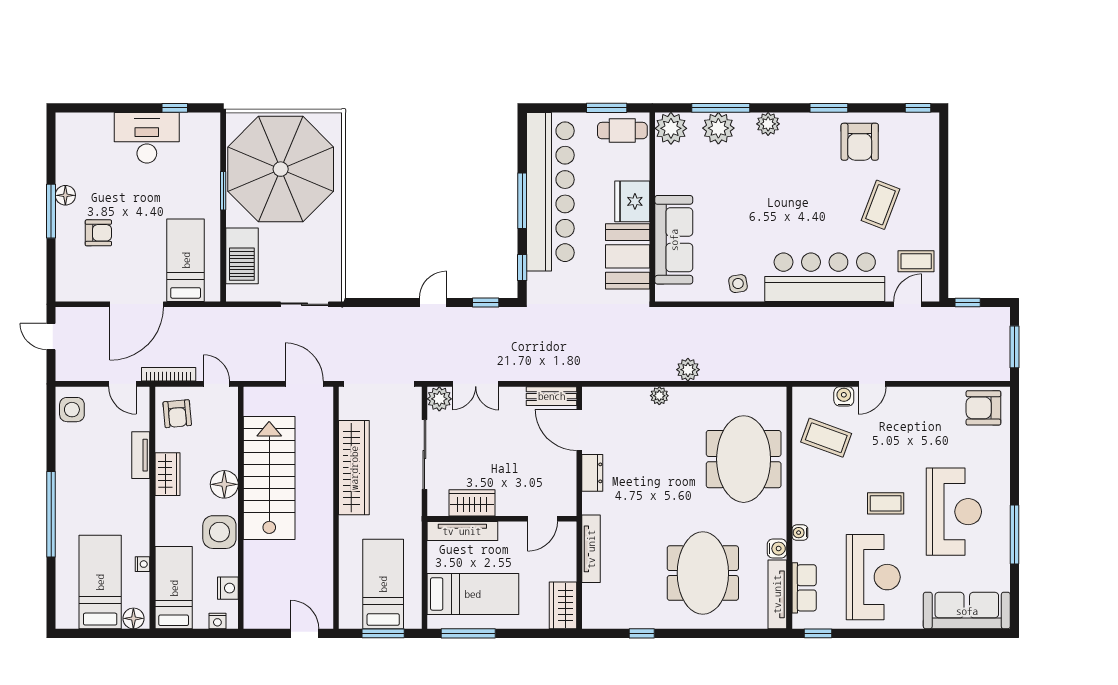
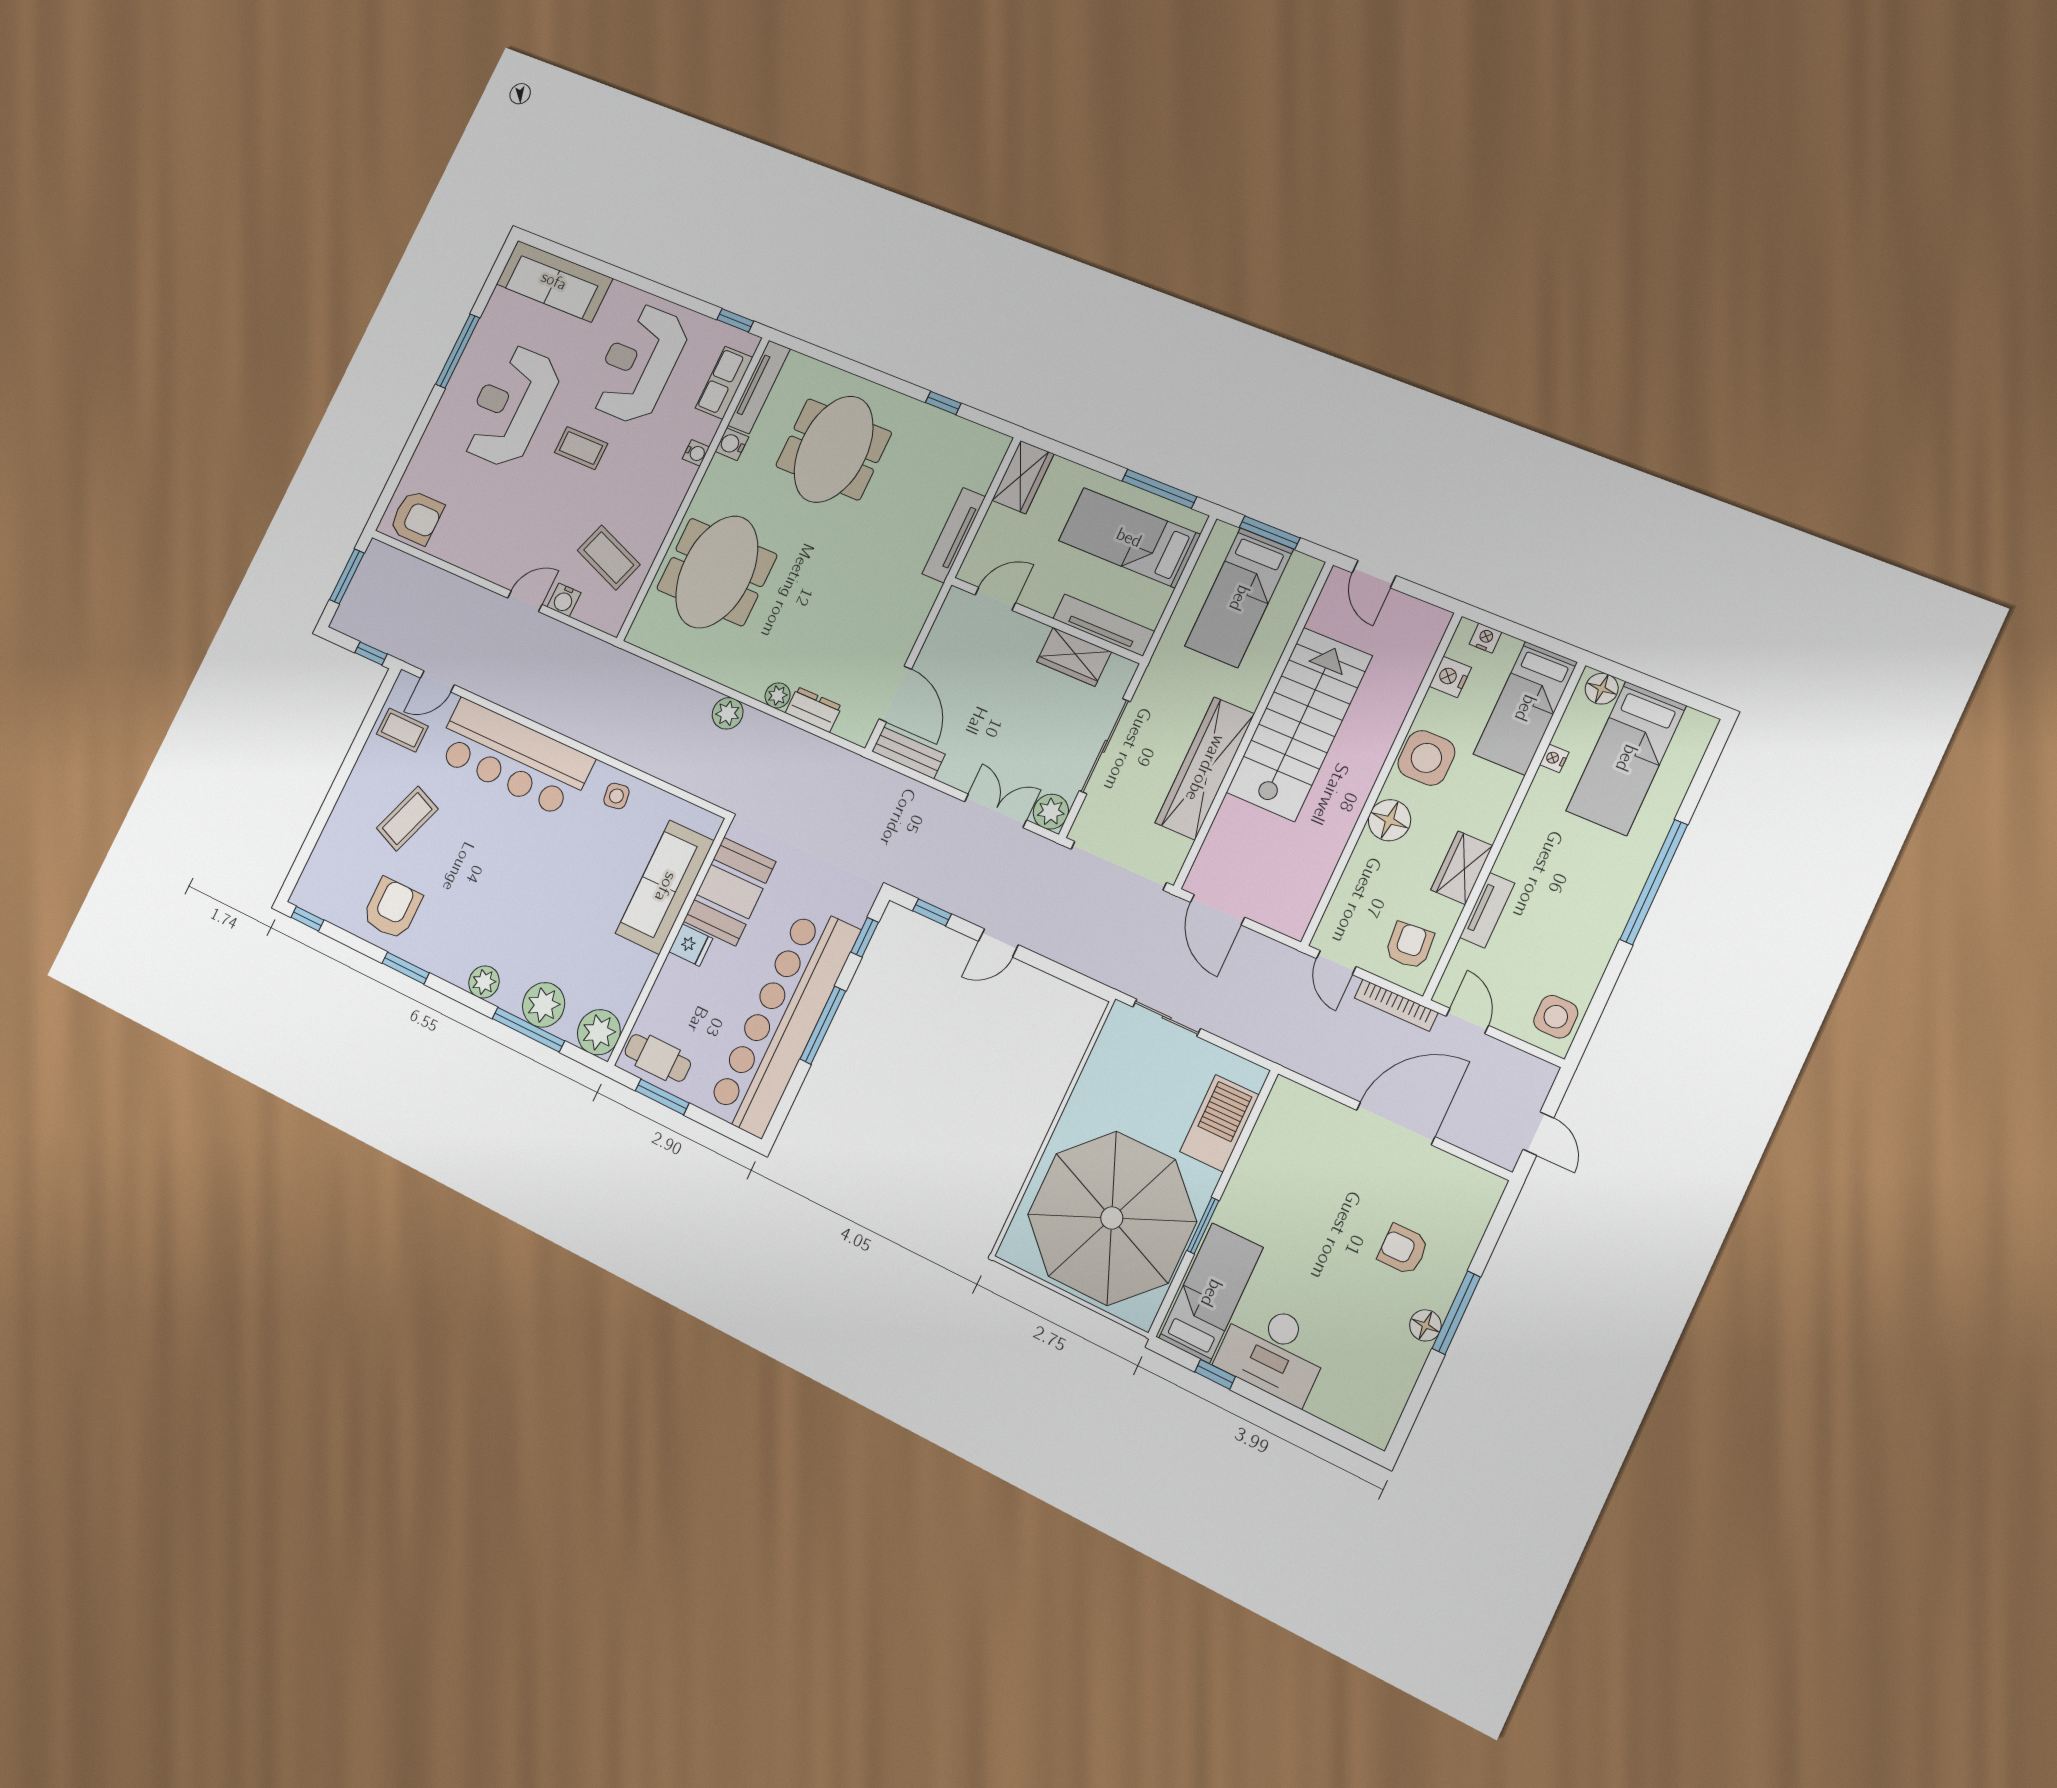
fridge: (632, 201) -> (691, 945), width x0.53, depth x0.75
bed: (186, 260) -> (1211, 1293), moved, turned 180
dresser: (592, 473) -> (813, 710), moved, turned 90
stairs: (269, 478) -> (1299, 724), moved, turned 180

